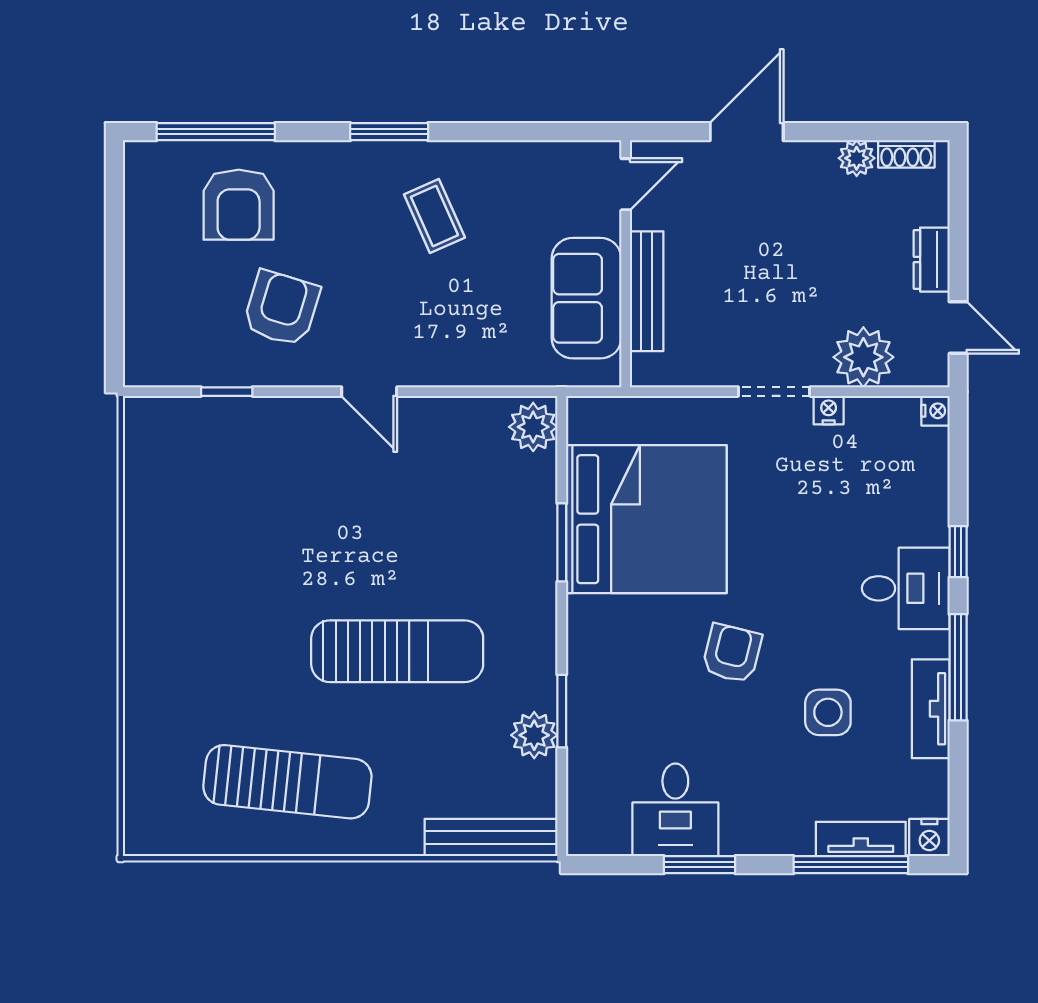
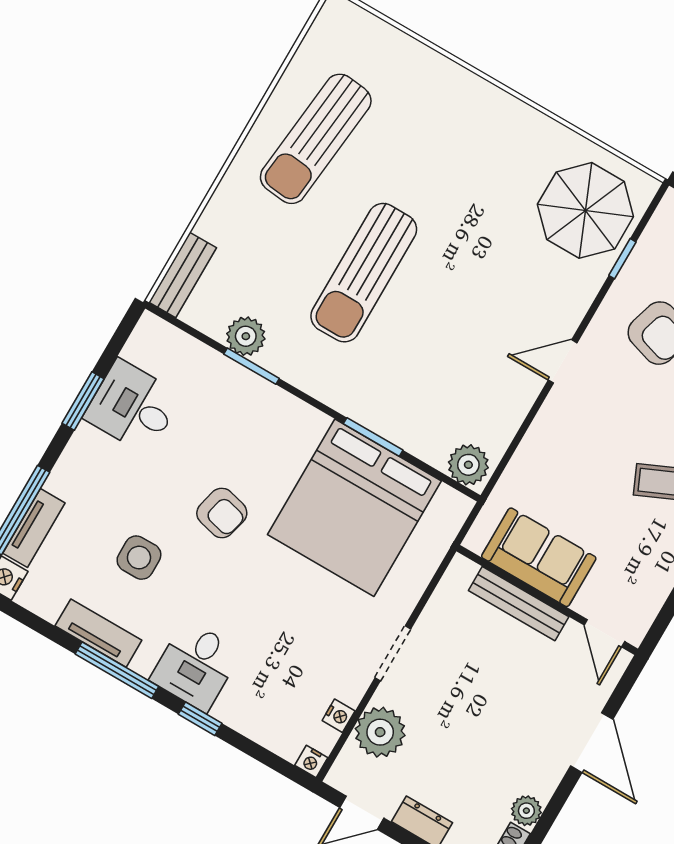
nightstand: (829, 410) -> (339, 716), moved
parasol: (199, 459) -> (585, 210), added
bench: (491, 838) -> (183, 275), width x0.73

